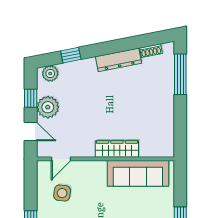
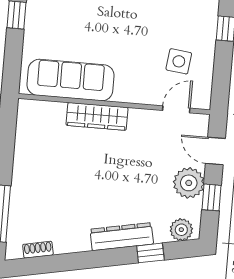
dresser: (119, 60) -> (122, 237), moved

